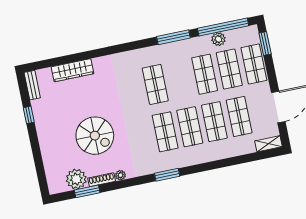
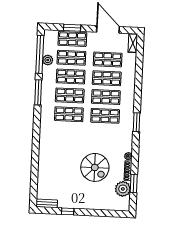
window: (265, 44) -> (72, 28), moved
wardrobe: (72, 70) -> (43, 172), removed
shop shelf: (180, 79) -> (70, 95), added
spiral stairs: (95, 136) -> (95, 167), turned 90

